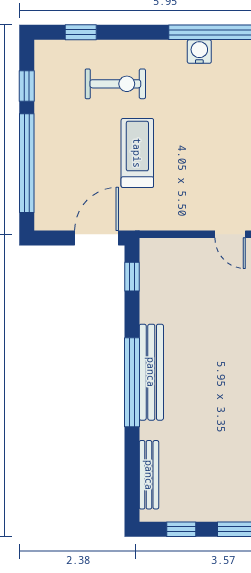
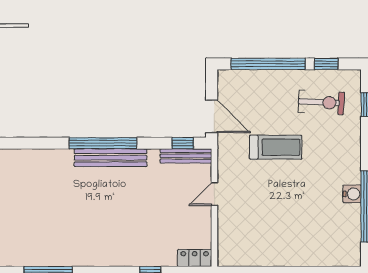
exercise bike: (115, 84) -> (321, 102), moved, turned -87
door: (230, 234) -> (214, 194), moved
bench: (149, 475) -> (186, 156), moved

